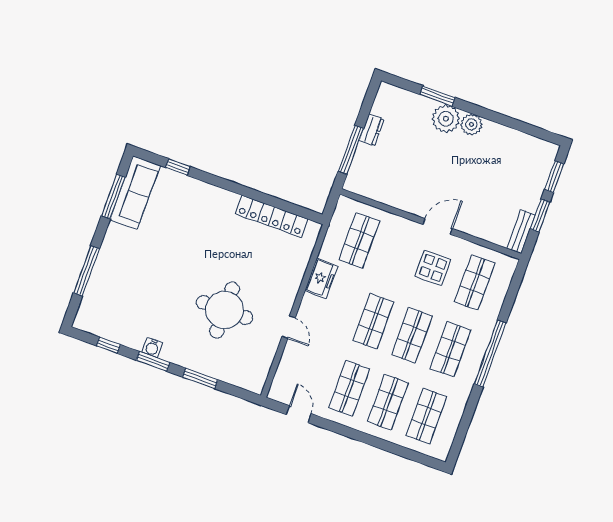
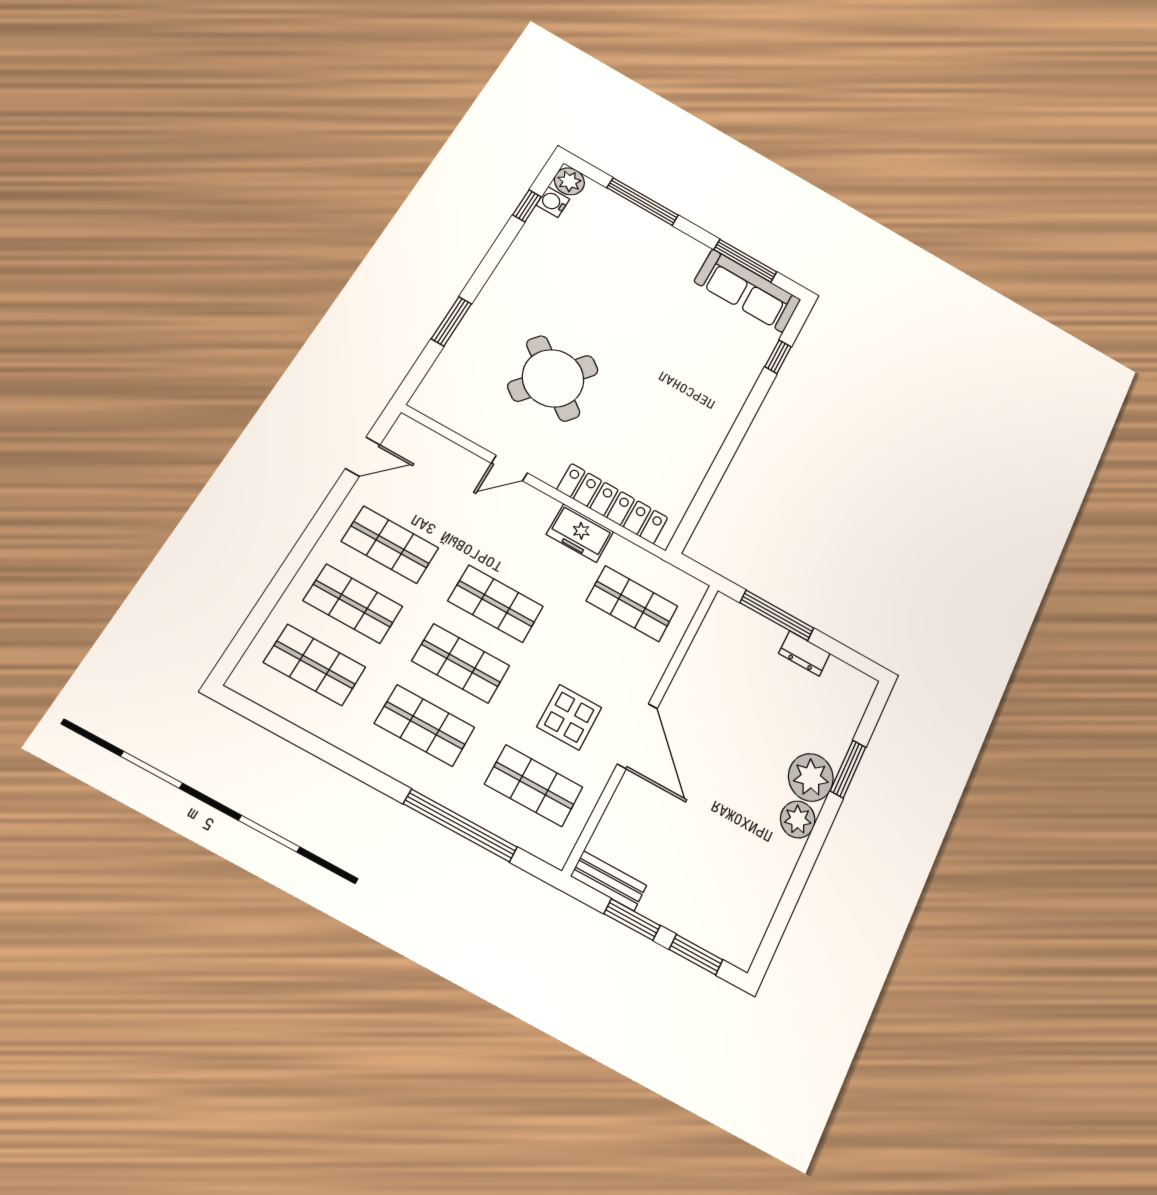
locker: (272, 216) -> (612, 504), moved, turned 90
door: (438, 226) -> (637, 736), width x1.36
round table: (225, 310) -> (553, 378), turned 38
plant: (84, 321) -> (569, 181), added
water cooler: (152, 347) -> (553, 202), moved
window: (490, 353) -> (460, 825), moved
window: (153, 361) -> (491, 261), removed

